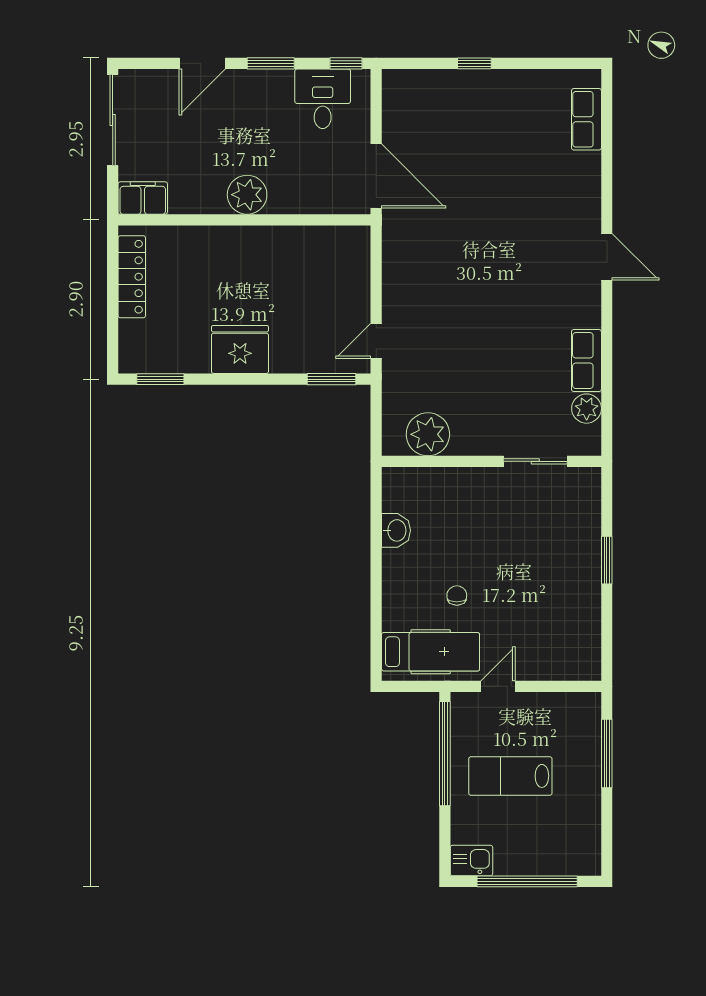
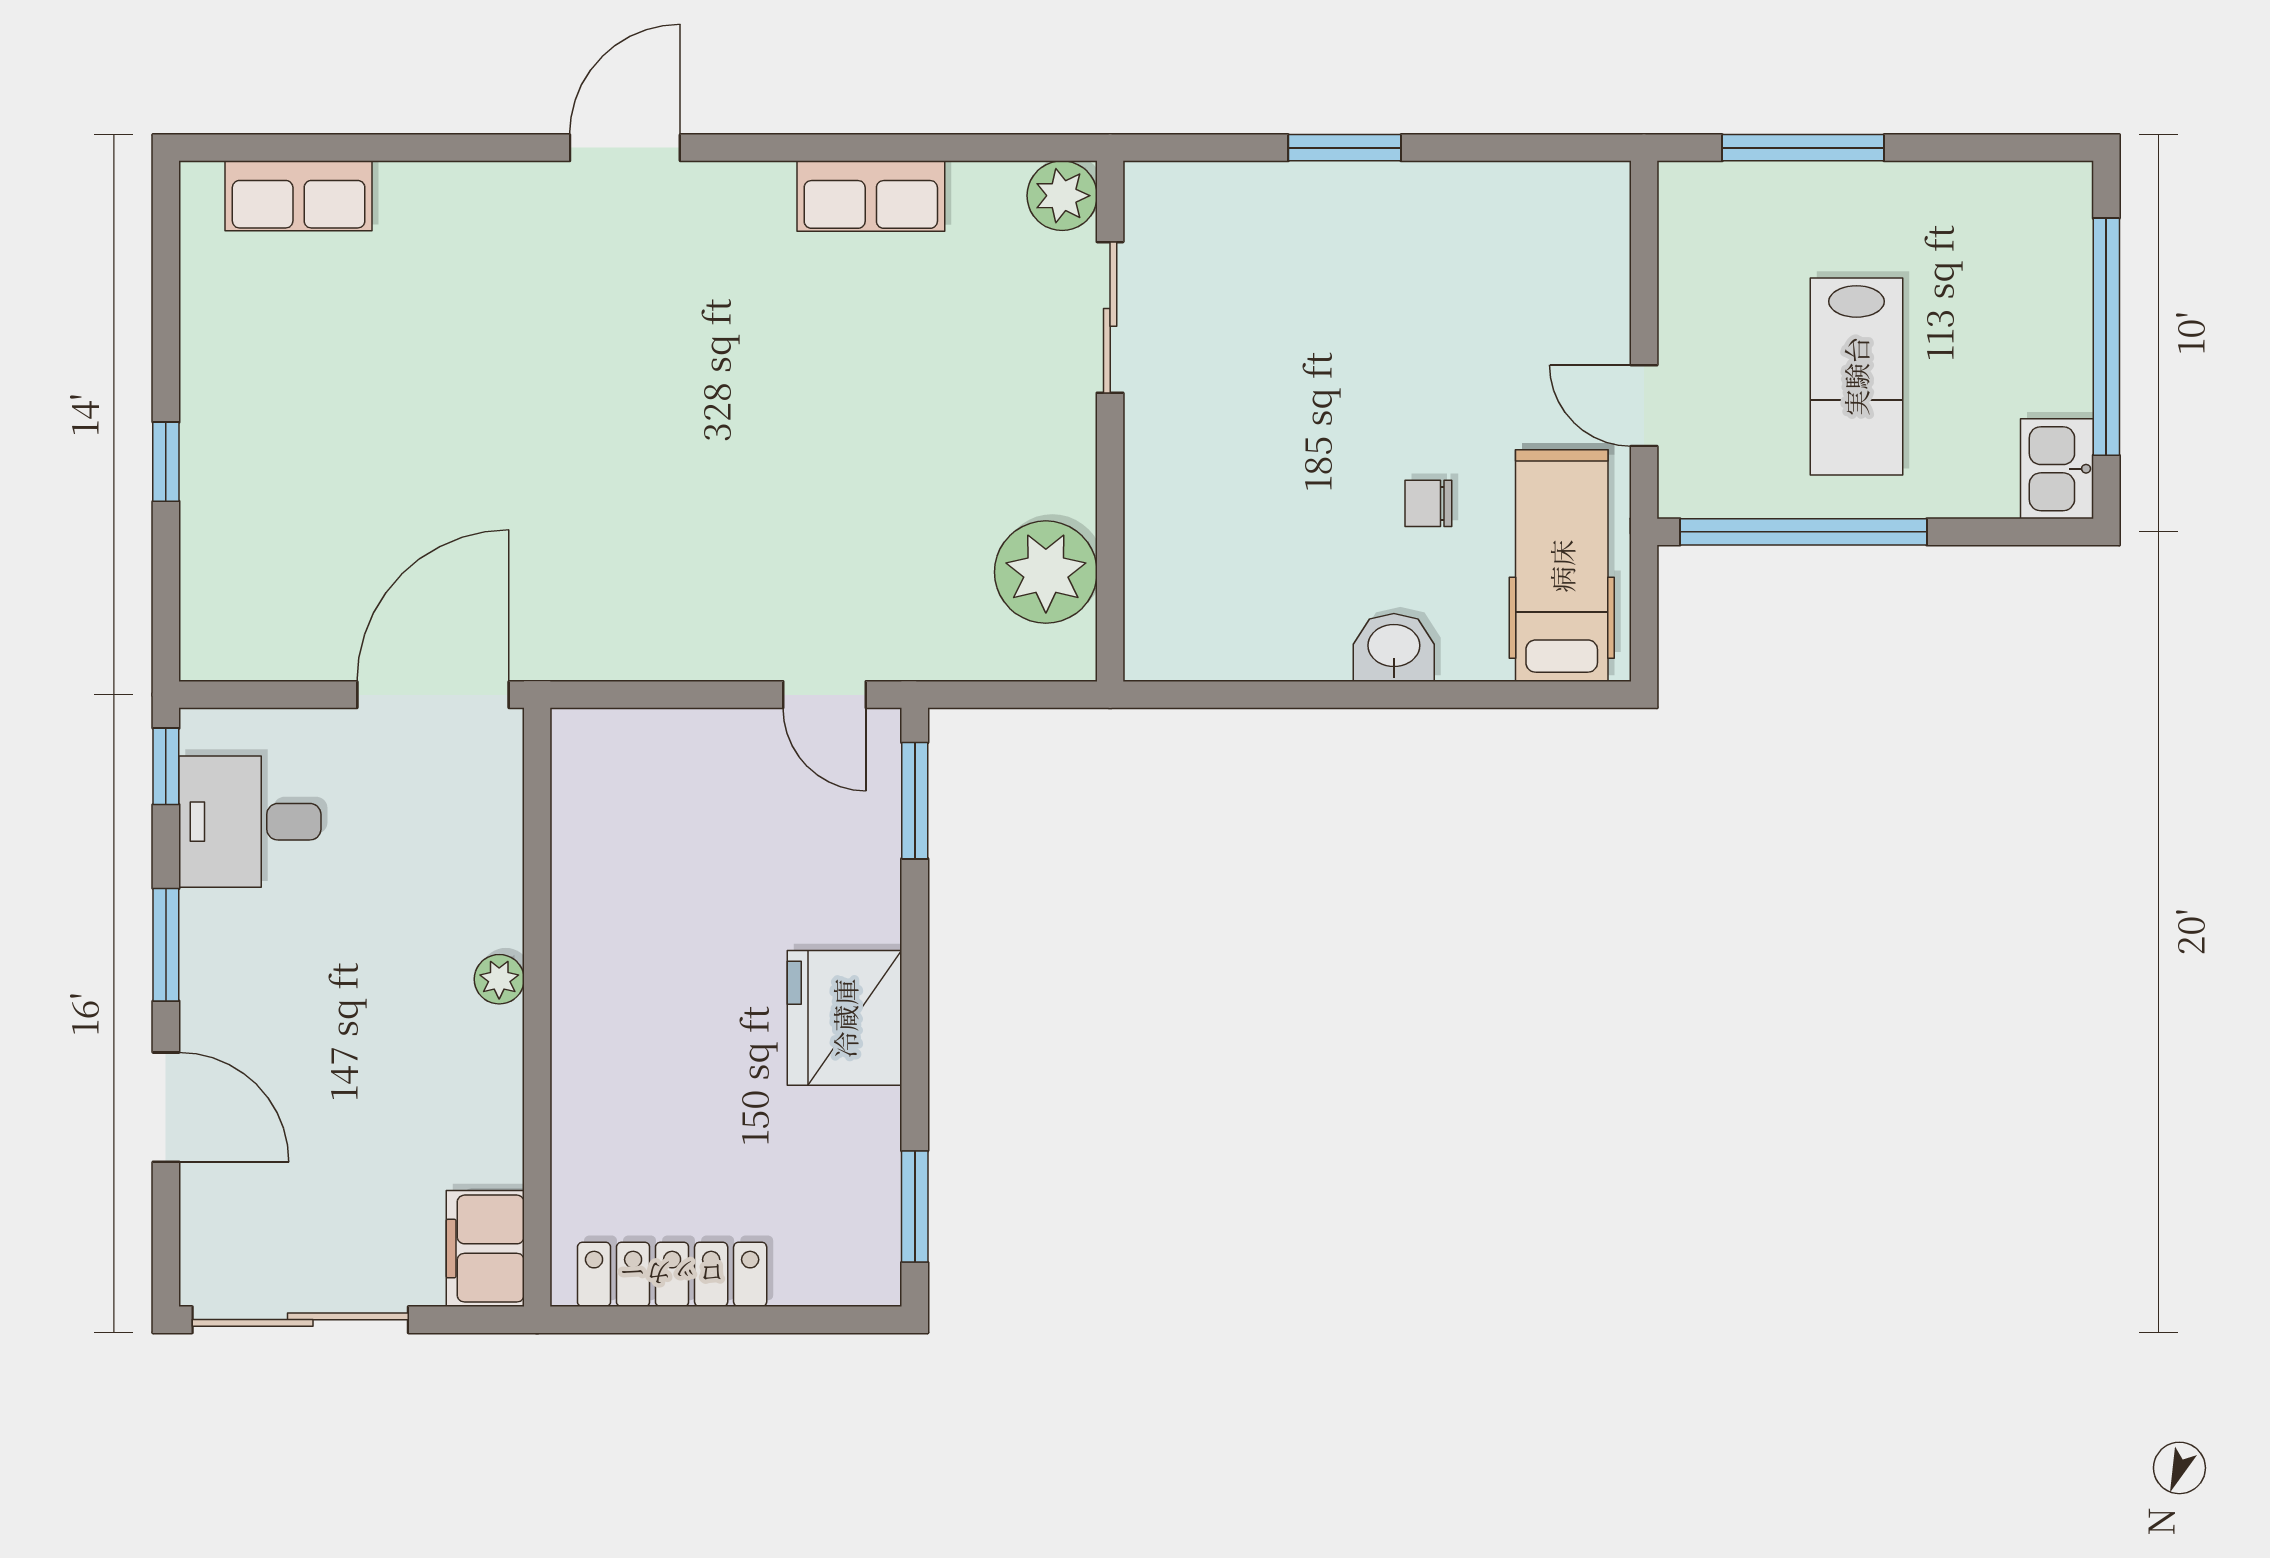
plant: (247, 195) -> (499, 979), width x0.53, depth x0.53
plant: (587, 409) -> (1062, 196), moved
washbasin: (396, 530) -> (1394, 648), moved

